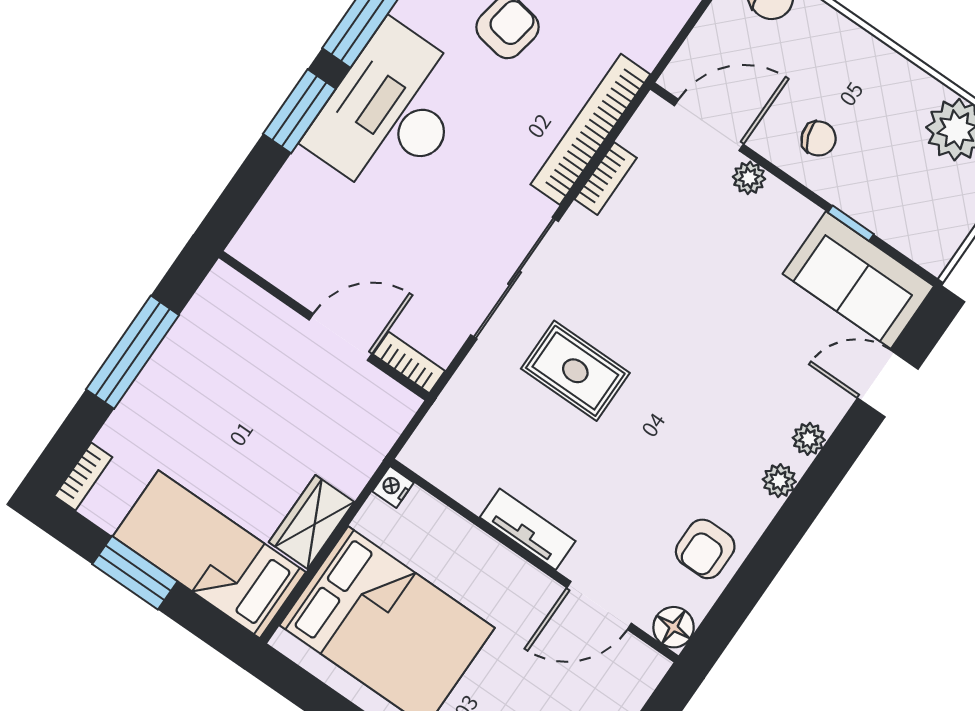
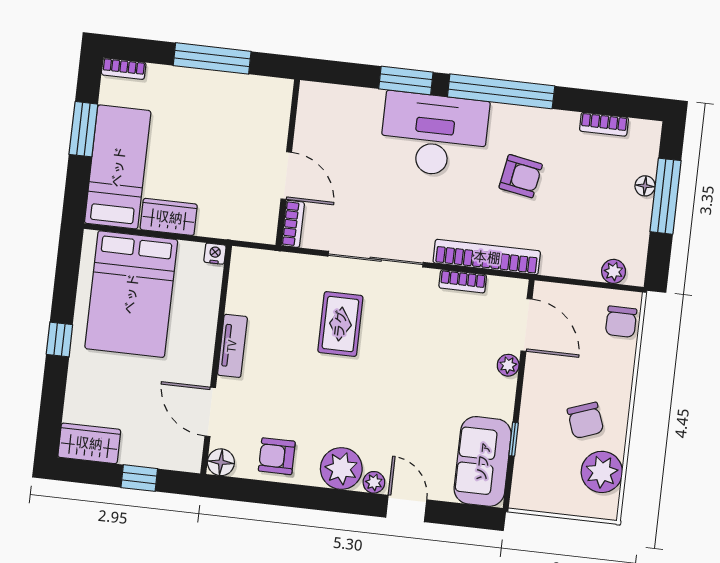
chair: (819, 138) -> (585, 420), moved, width x1.37, depth x1.37
door: (888, 384) -> (406, 508), moved
plant: (779, 481) -> (341, 468), width x1.88, depth x1.88

